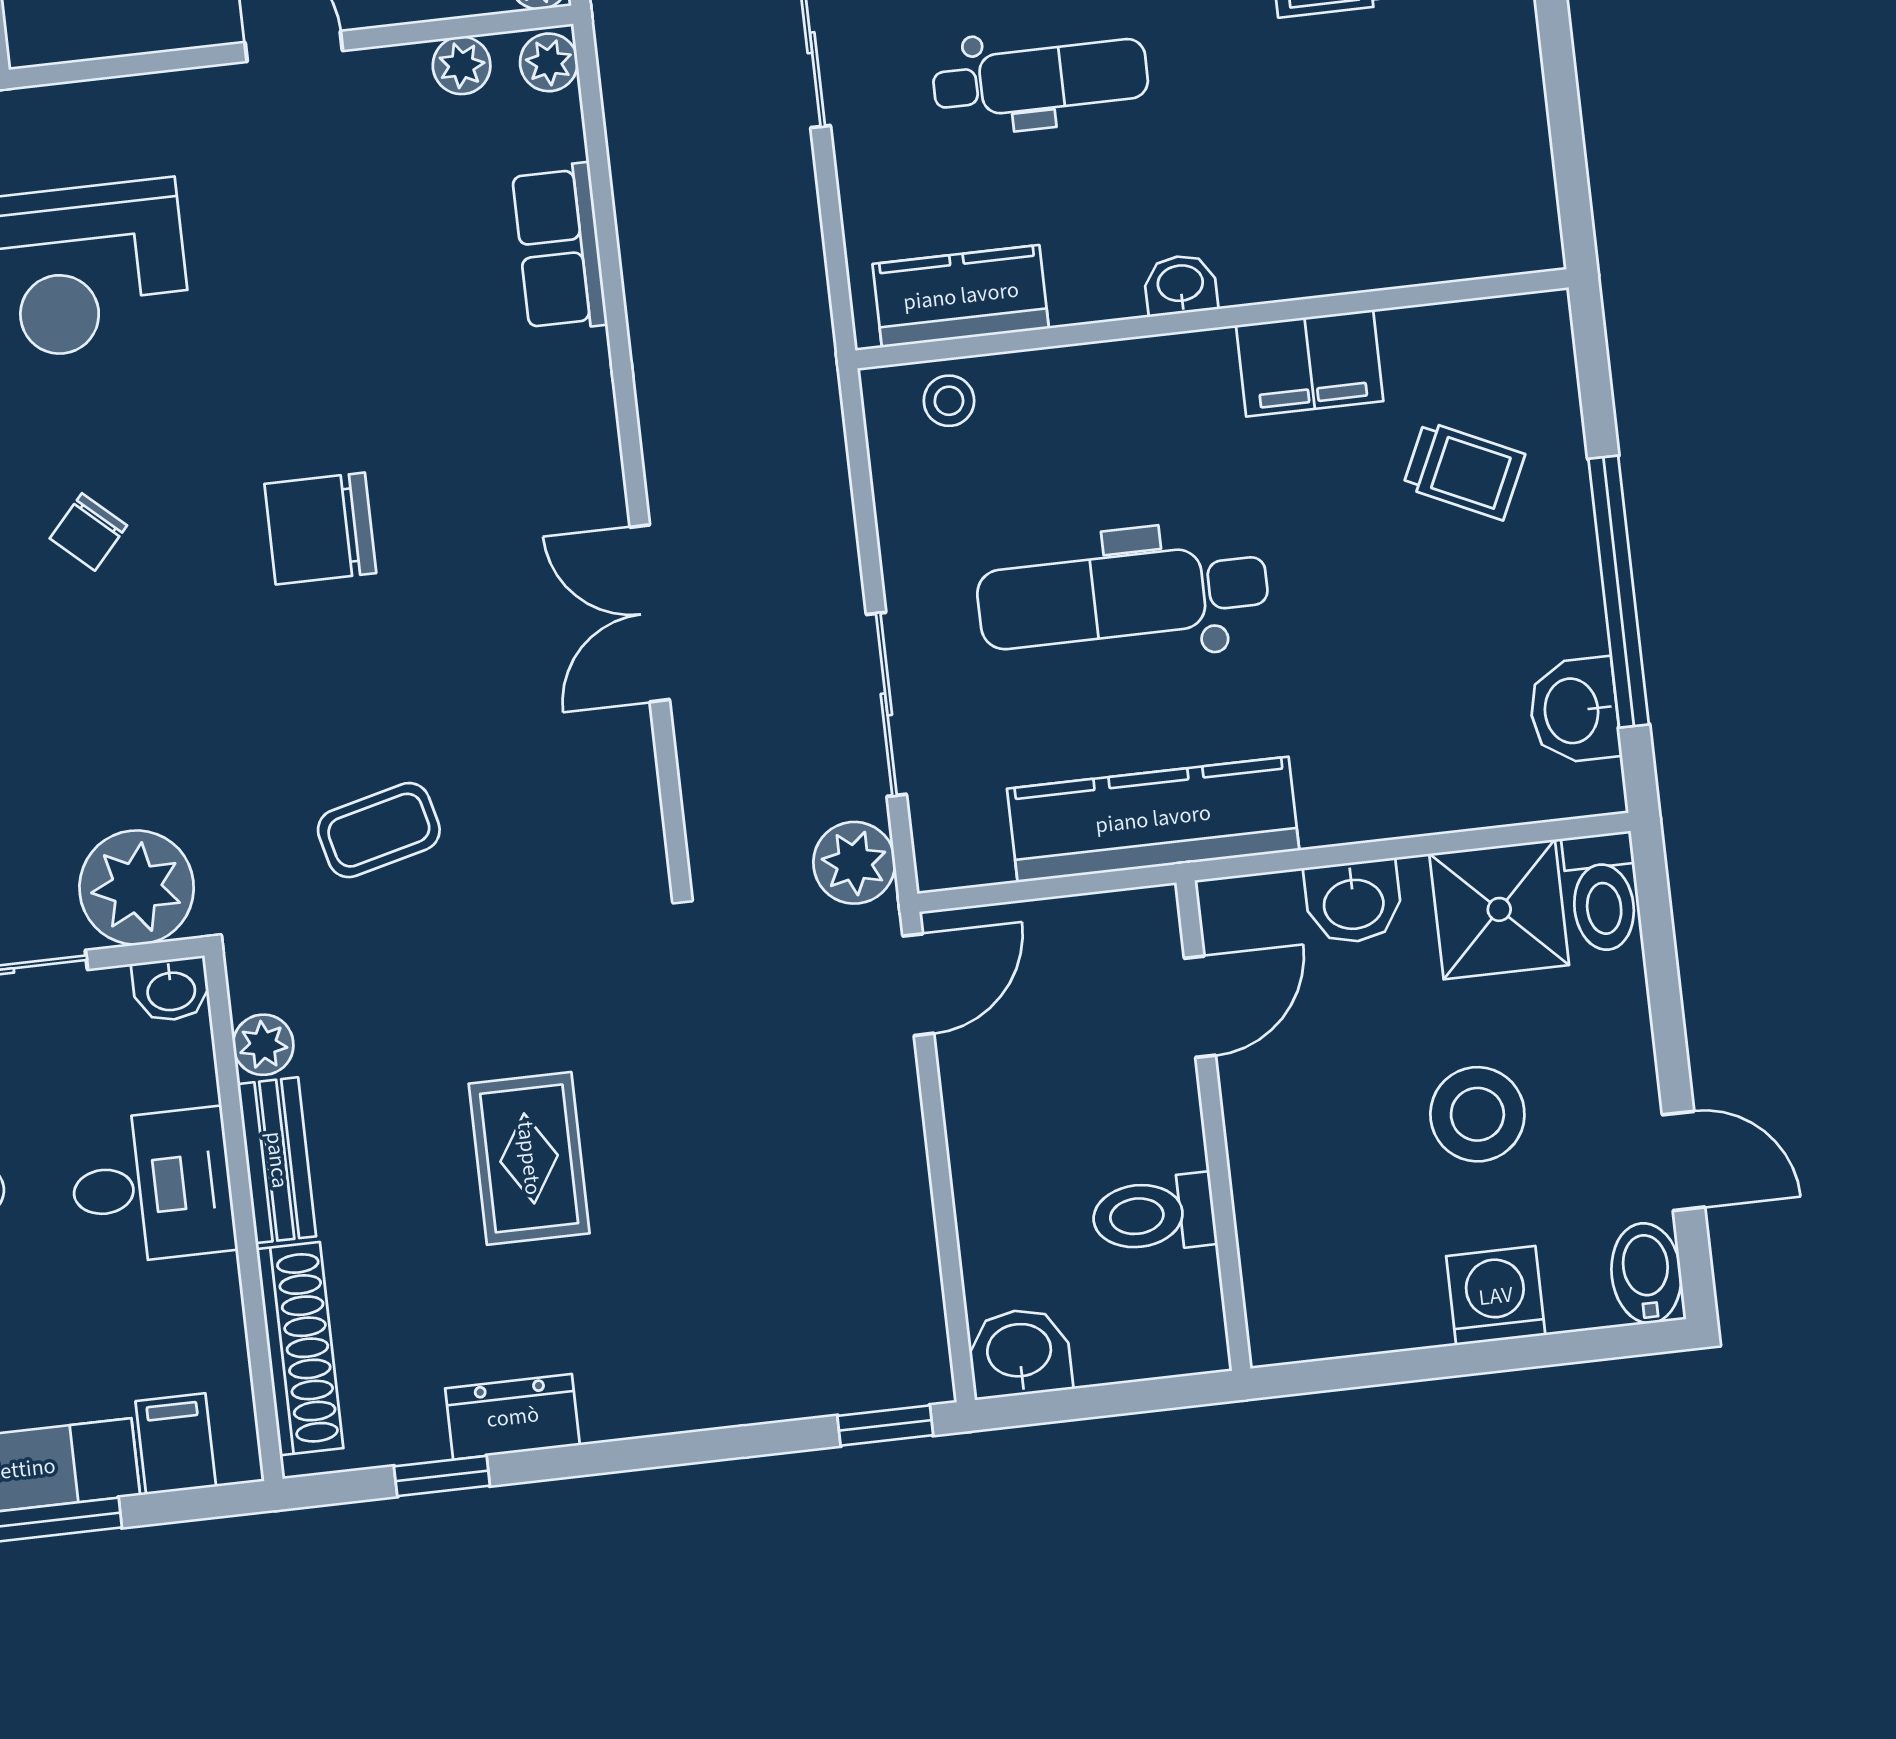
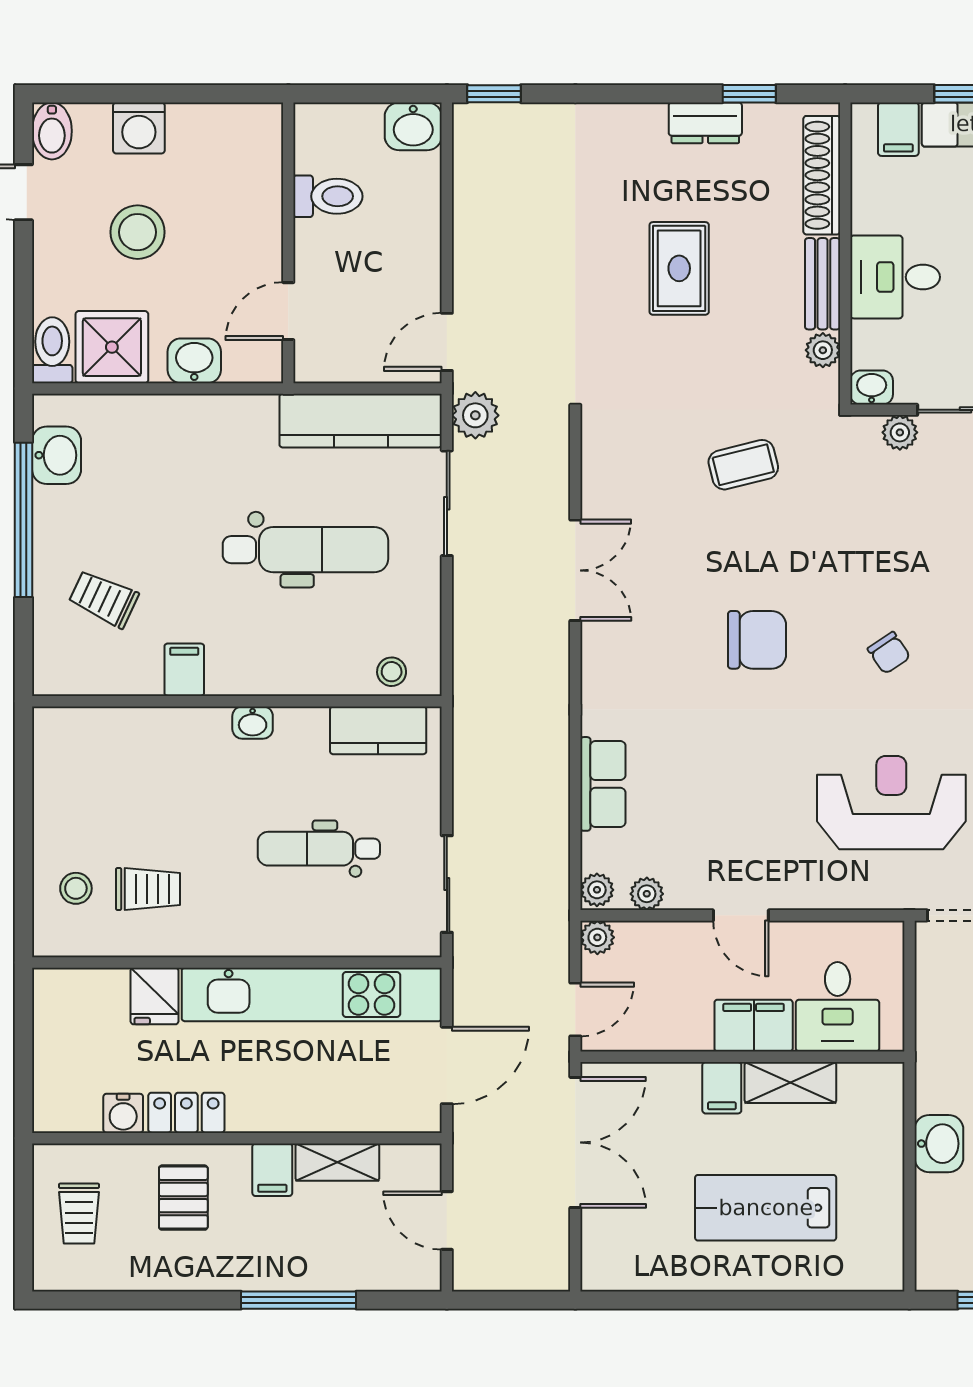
filing cabinet: (1310, 363) -> (184, 670), width x0.50
chair: (88, 532) -> (889, 653), turned 104
kitchen counter: (1153, 819) -> (361, 421), moved
plant: (137, 888) -> (900, 432), width x0.53, depth x0.53

